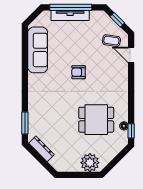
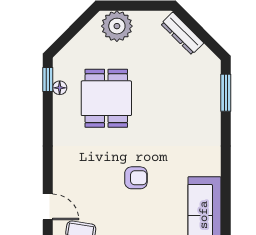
dining table: (96, 120) -> (106, 98), turned 90
dresser: (42, 149) -> (182, 33), moved

